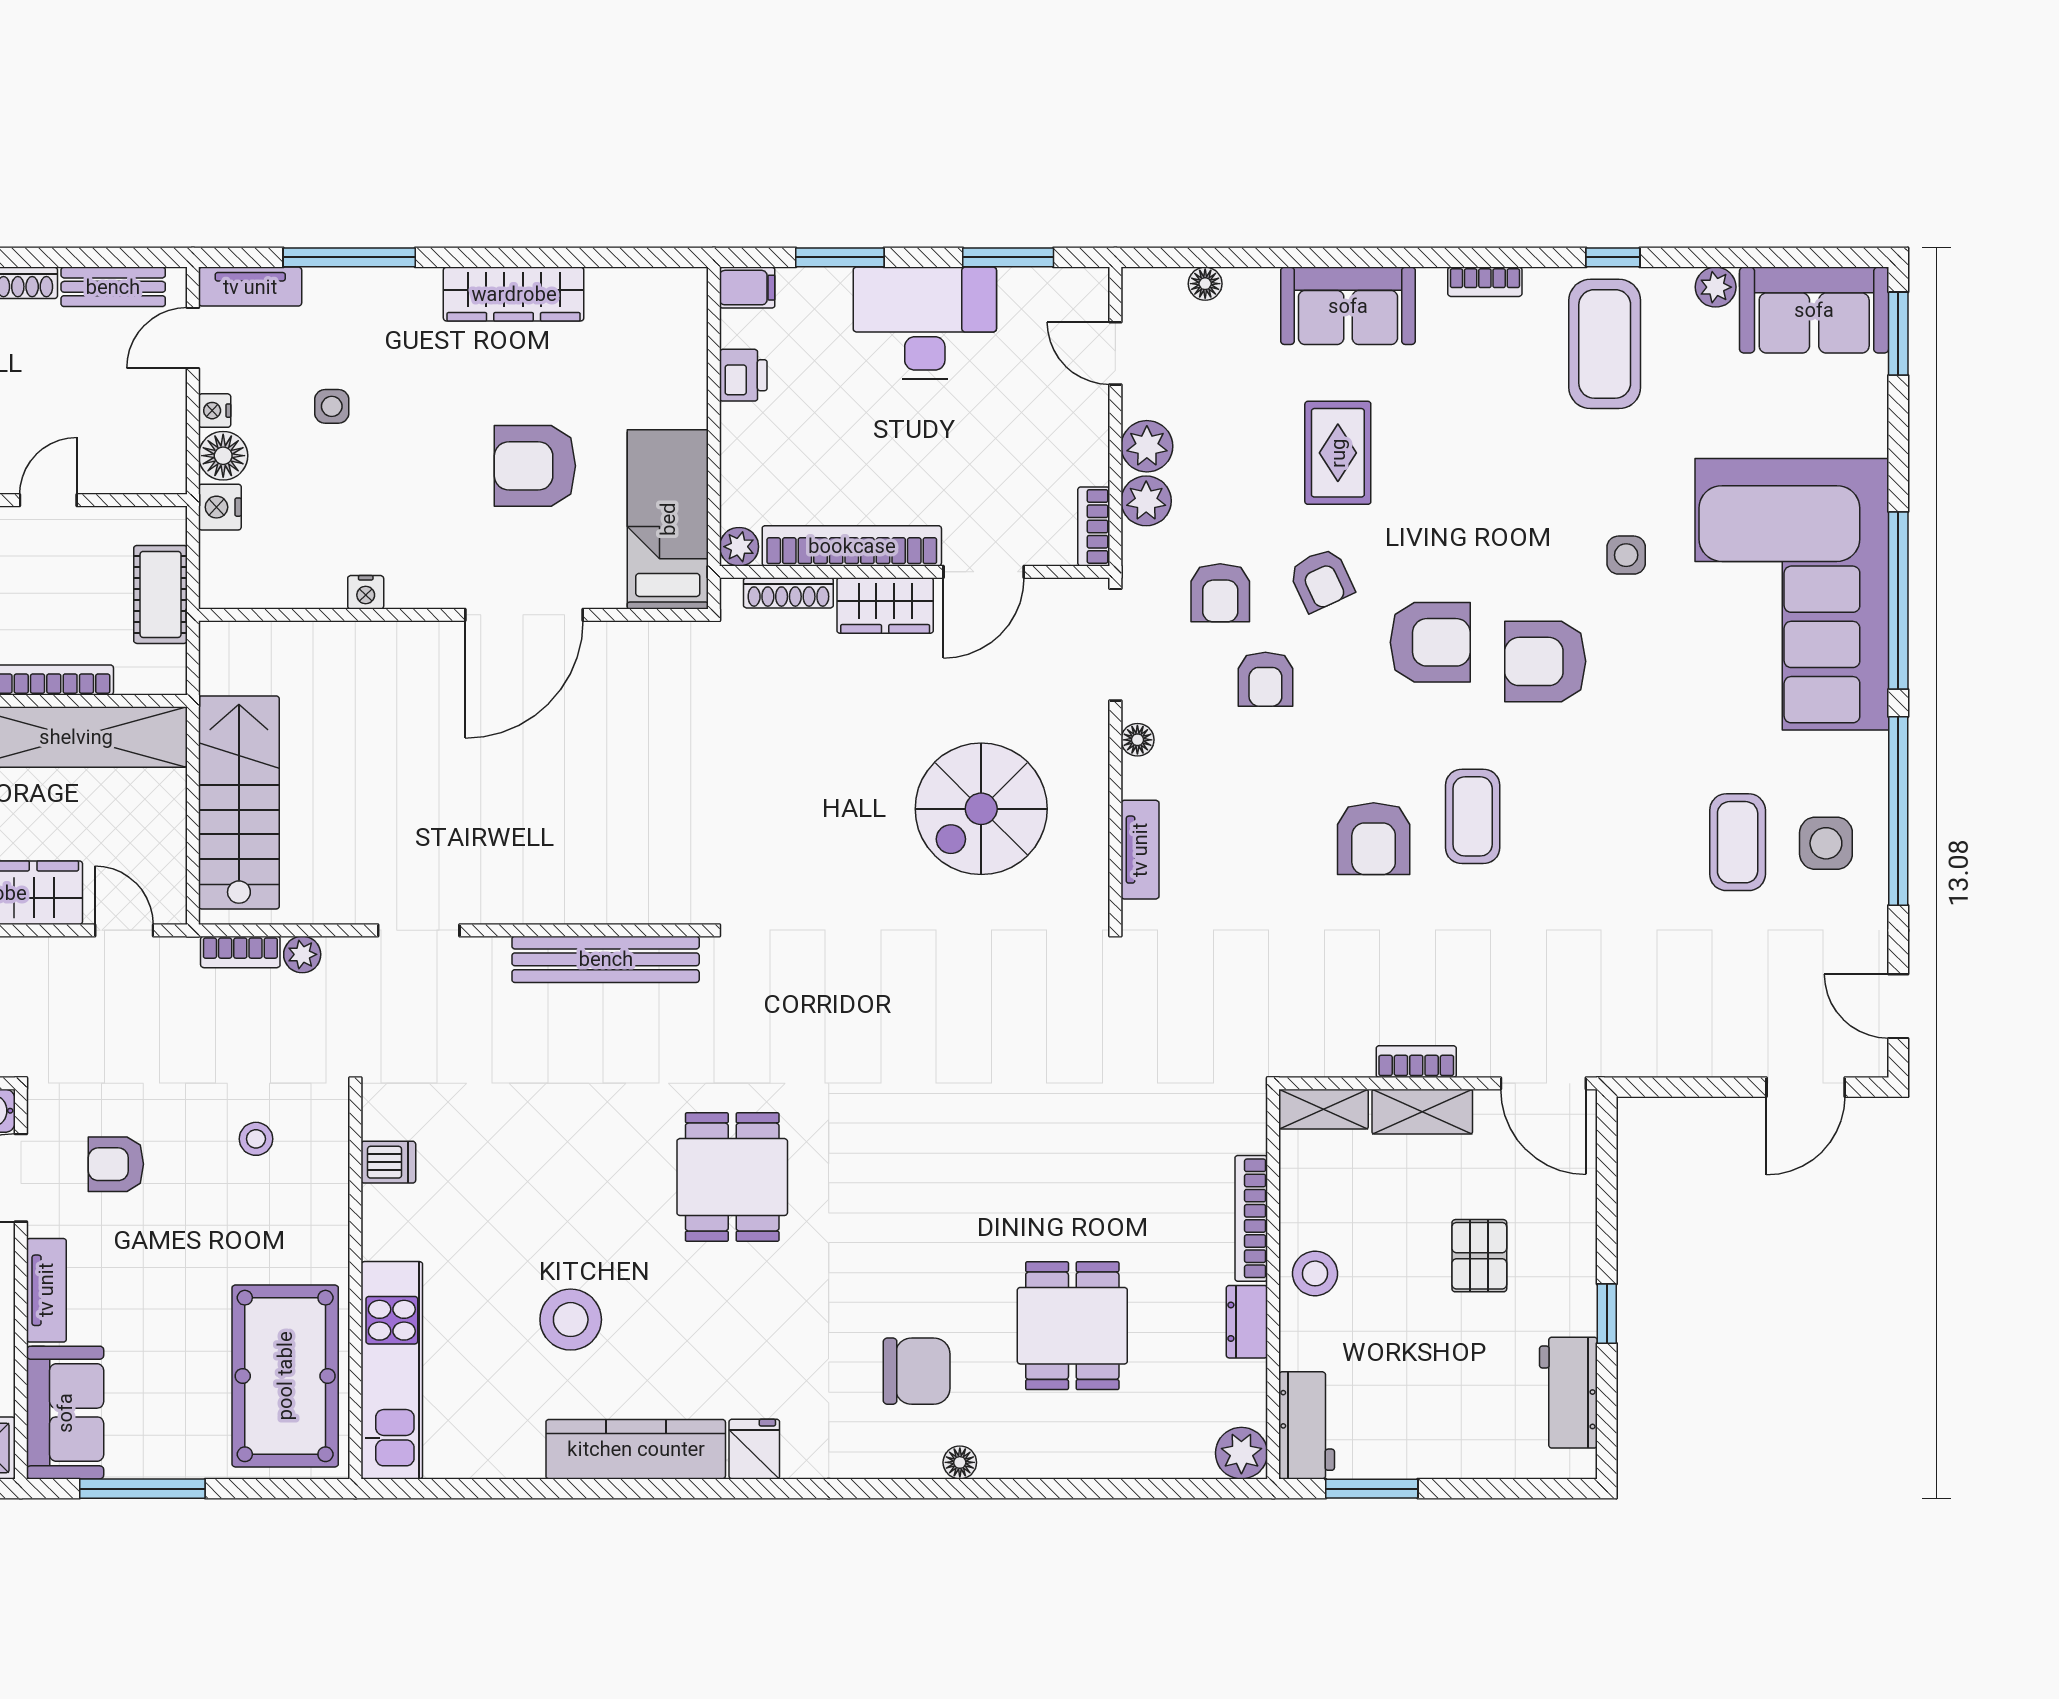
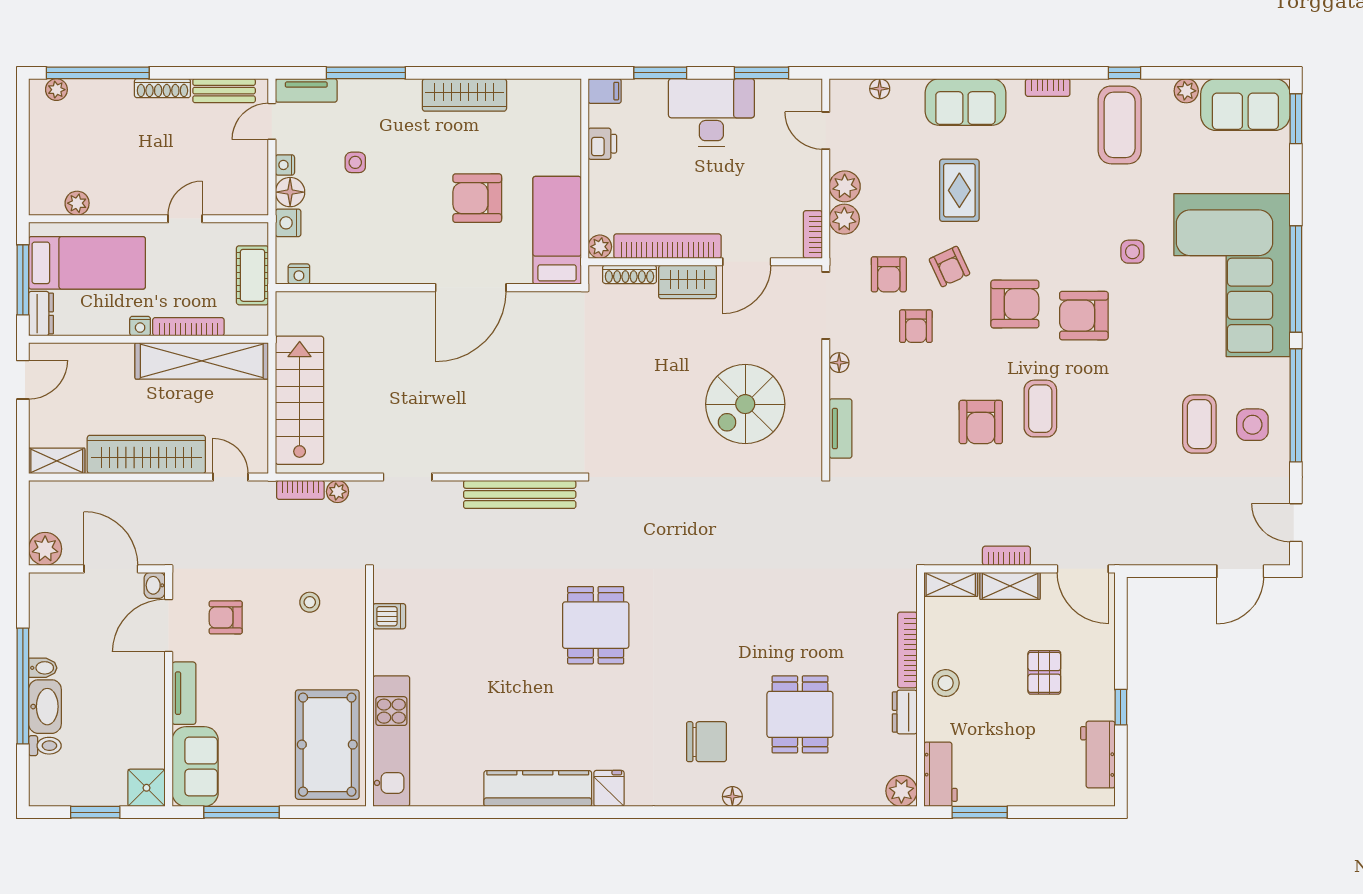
nightstand: (366, 592) -> (299, 274), moved
stool: (571, 1320) -> (499, 711), removed

